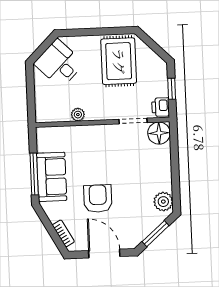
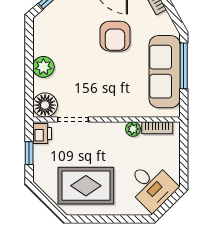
rug: (119, 61) -> (86, 186), turned 90
bookcase: (56, 117) -> (157, 128), added
sofa: (52, 177) -> (165, 72), width x1.36
plant: (163, 202) -> (43, 67), moved

